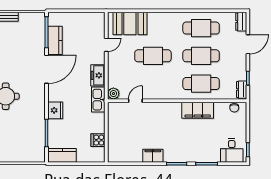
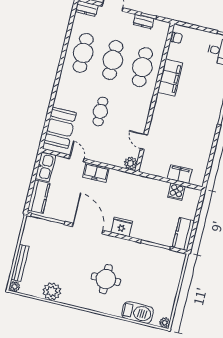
kitchen counter: (55, 40) -> (39, 197), moved, turned 90
cafe table: (153, 56) -> (100, 111), width x0.73, depth x0.74
freezer: (98, 75) -> (96, 173), moved
dresser: (242, 90) -> (143, 22), moved
kitchen sink: (98, 100) -> (45, 167), moved, turned -90
fridge: (55, 110) -> (122, 227), moved
filing cabinet: (153, 156) -> (179, 174), moved, turned 90

